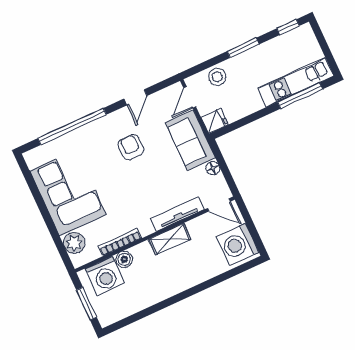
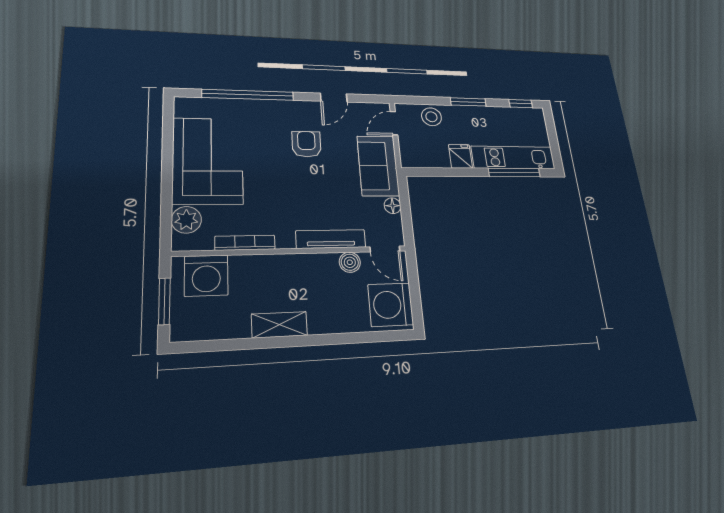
fridge: (215, 121) -> (461, 156), moved, turned -90
shelving: (170, 239) -> (279, 325), moved
boiler: (124, 259) -> (350, 262), moved

